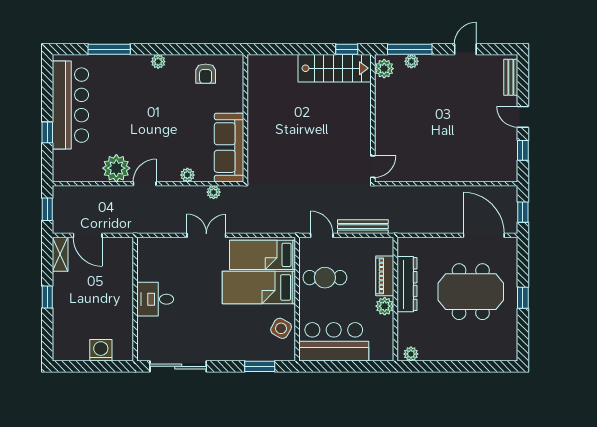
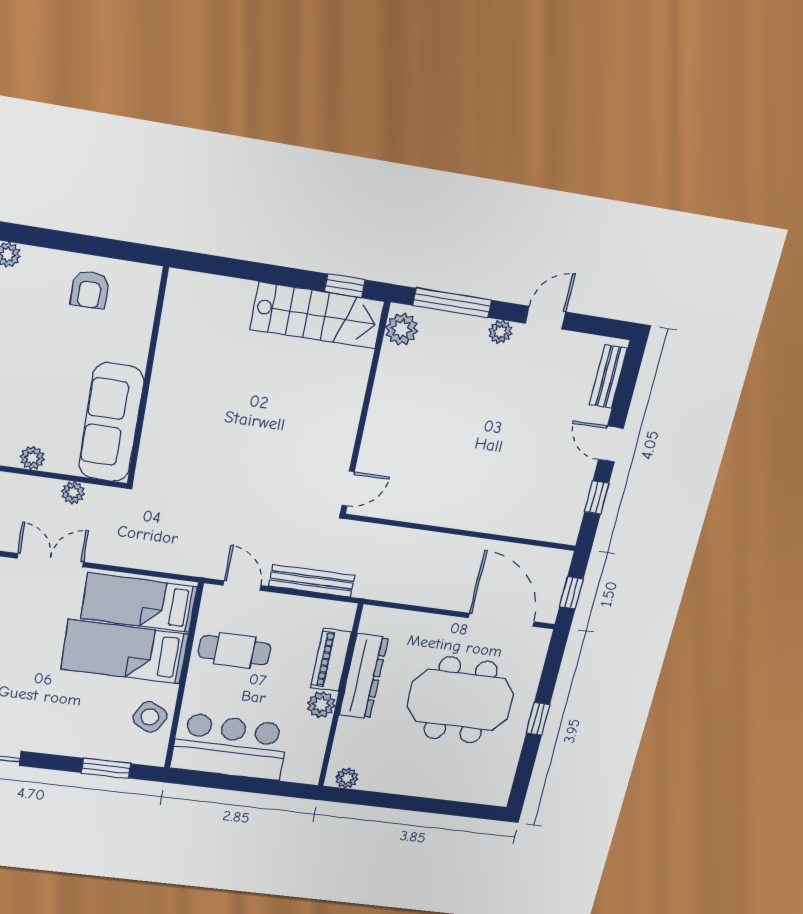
plant: (411, 61) -> (500, 332), moved

